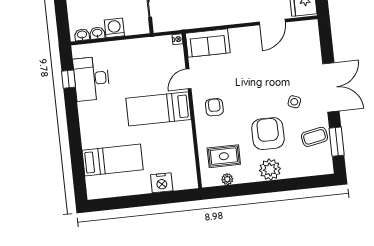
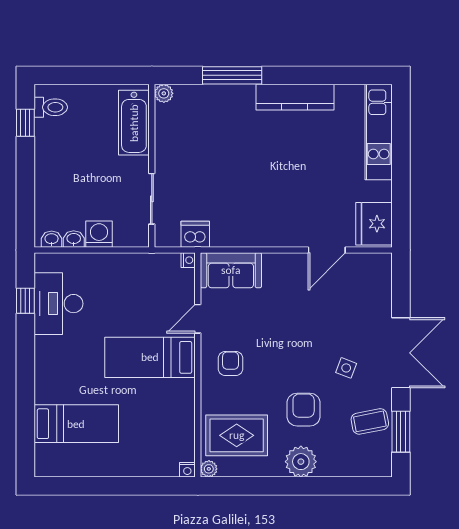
dishwasher: (181, 21) -> (195, 234), added
armchair: (268, 134) -> (304, 410), width x0.73, depth x0.73
rug: (224, 156) -> (237, 435), width x1.36, depth x1.43
plant: (227, 179) -> (209, 469), moved
nightstand: (162, 183) -> (187, 470), moved, width x0.53, depth x0.56

